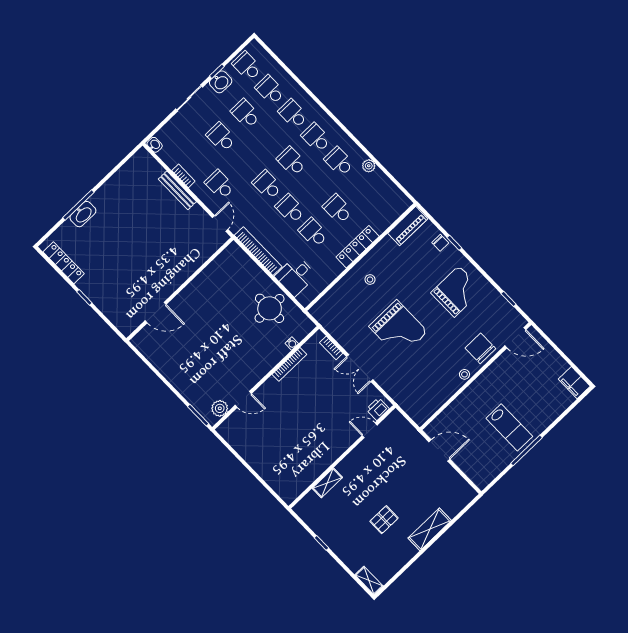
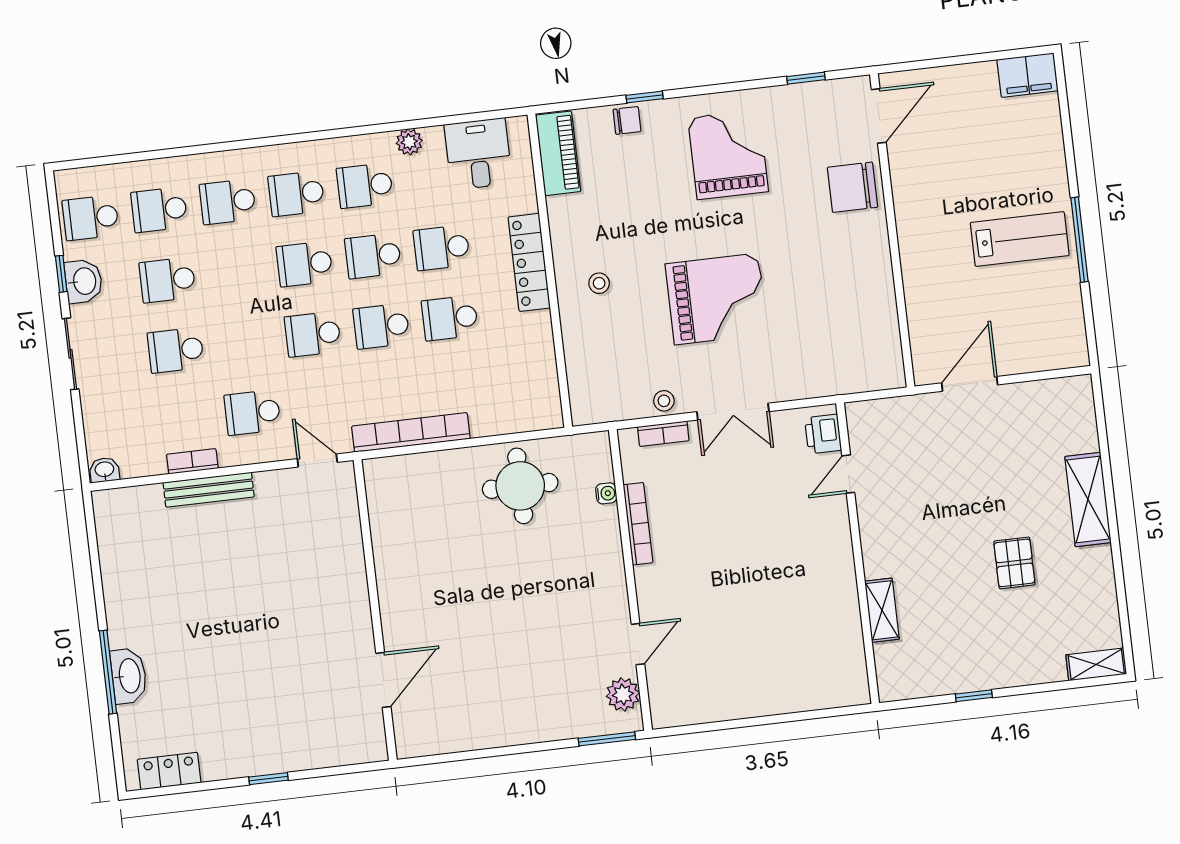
school desk: (315, 185) -> (373, 256), added
locker: (64, 263) -> (169, 771), width x0.66
desk: (296, 276) -> (478, 154), moved, turned 180
stool: (464, 374) -> (664, 401), moved

